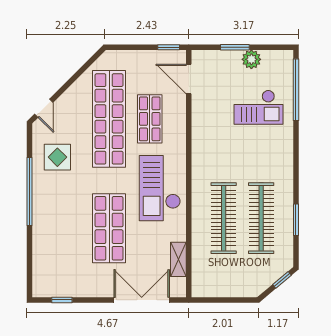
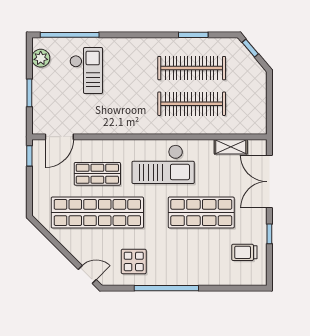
plant: (251, 59) -> (41, 58), moved
trolley: (67, 274) -> (244, 252), added
window: (62, 300) -> (269, 234), moved

